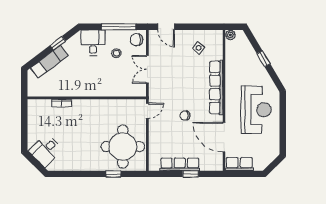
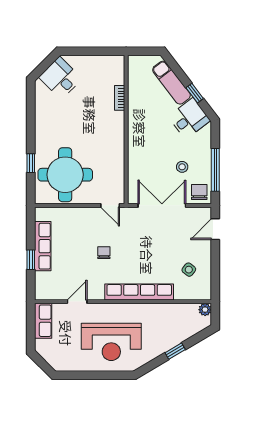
desk: (93, 43) -> (189, 119), moved, turned -37
double door: (147, 69) -> (162, 205), width x1.37
door: (224, 137) -> (77, 302), width x0.53

